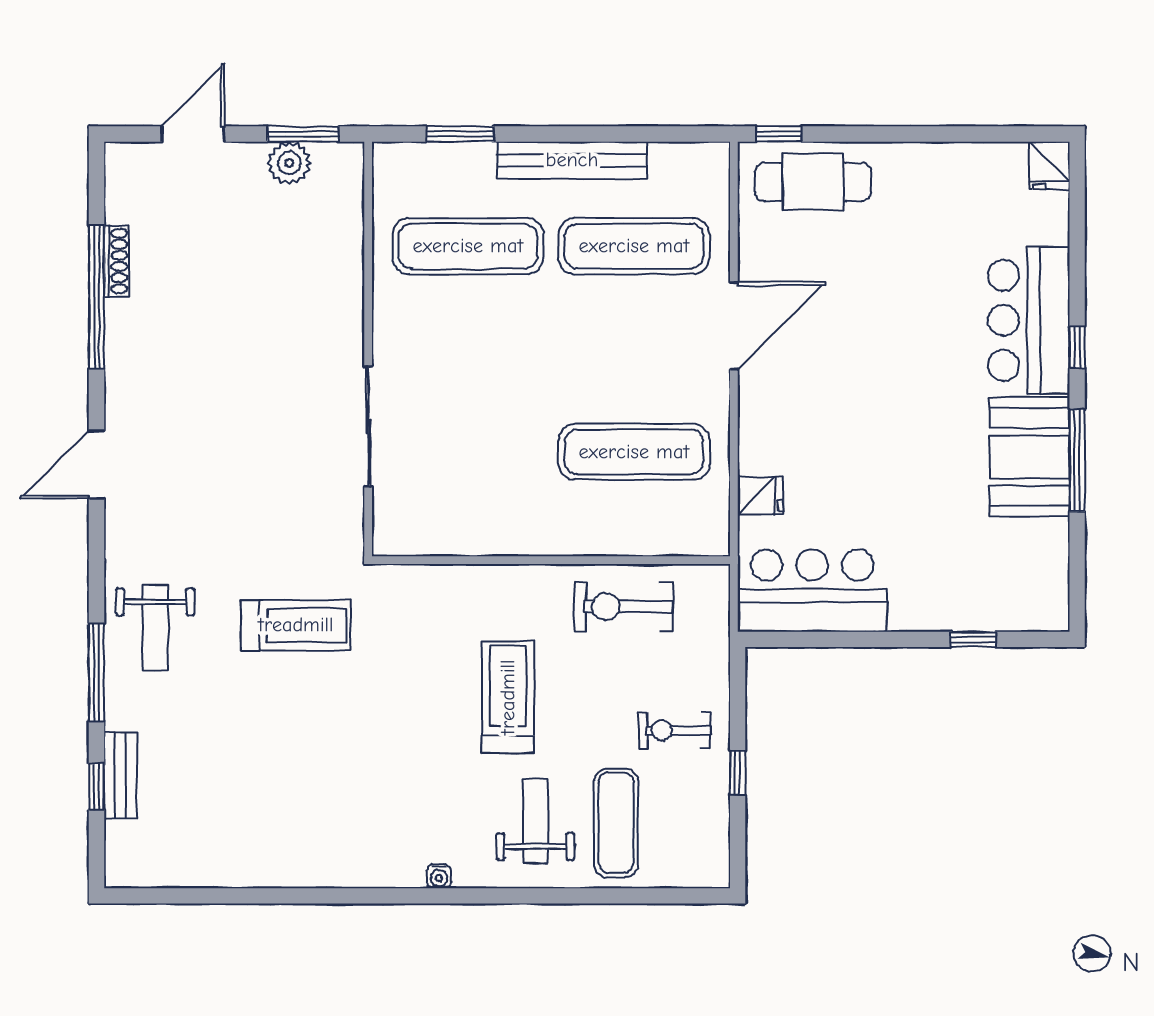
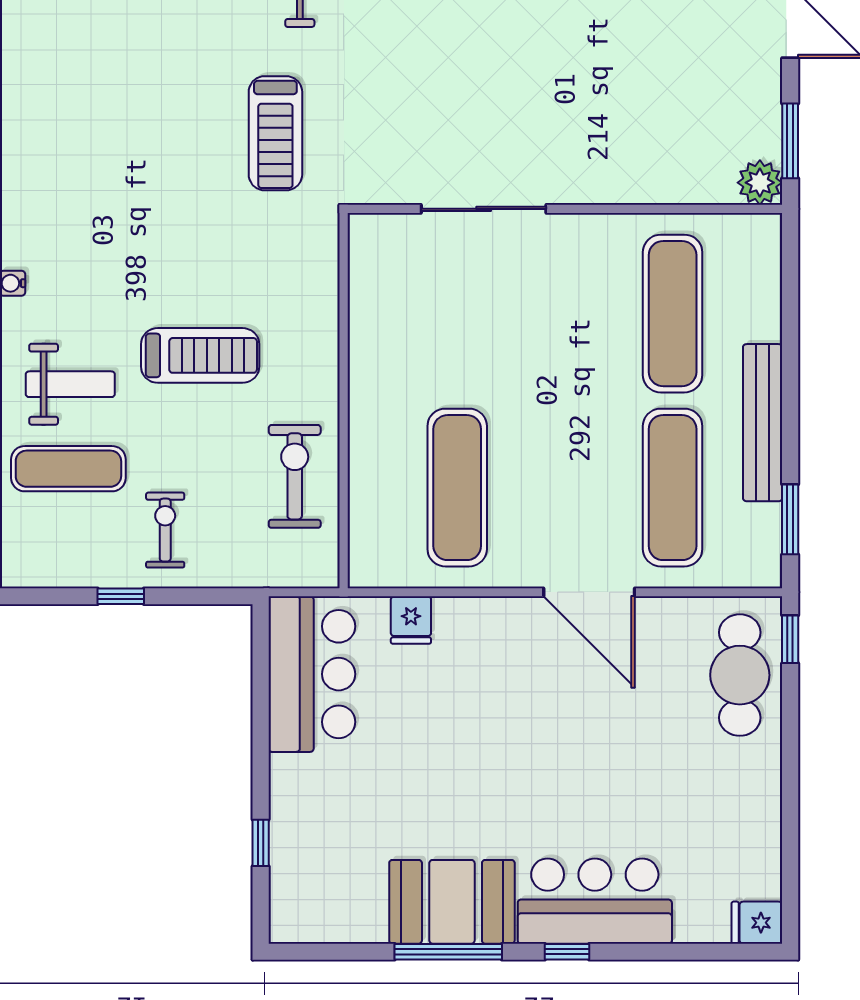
window: (460, 134) -> (790, 519), moved
plant: (289, 163) -> (760, 183), moved

